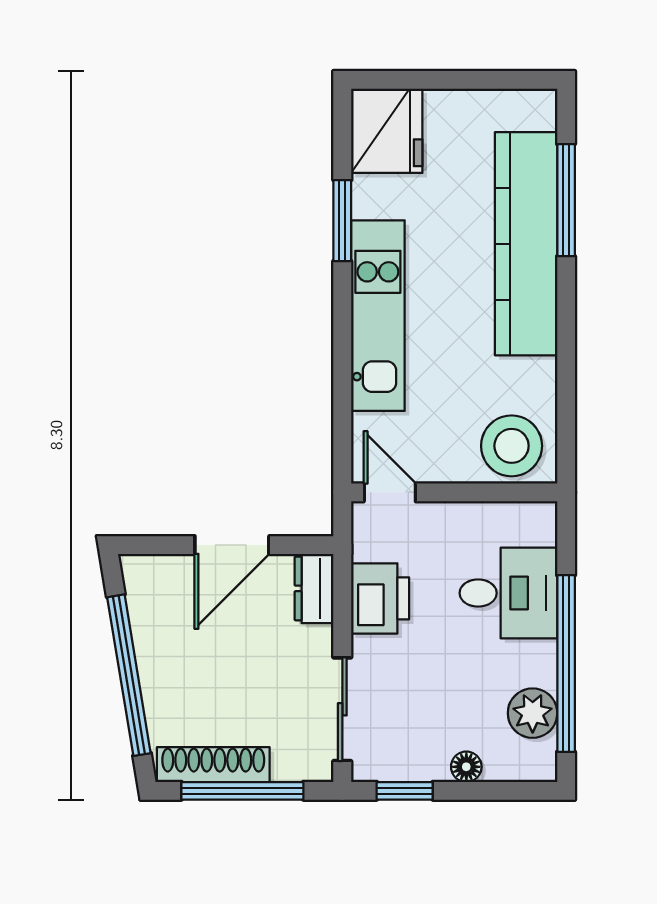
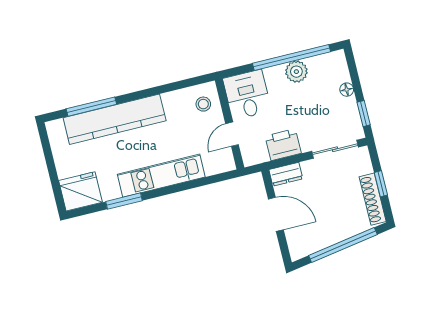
stool: (512, 446) -> (203, 104), width x0.53, depth x0.53
door: (390, 492) -> (232, 134), moved
desk: (508, 593) -> (247, 95), moved
plant: (533, 713) -> (296, 72), moved
window: (242, 791) -> (381, 184), width x0.46

